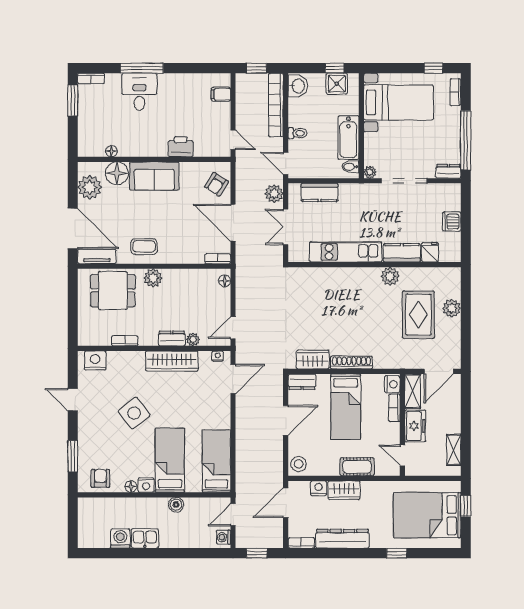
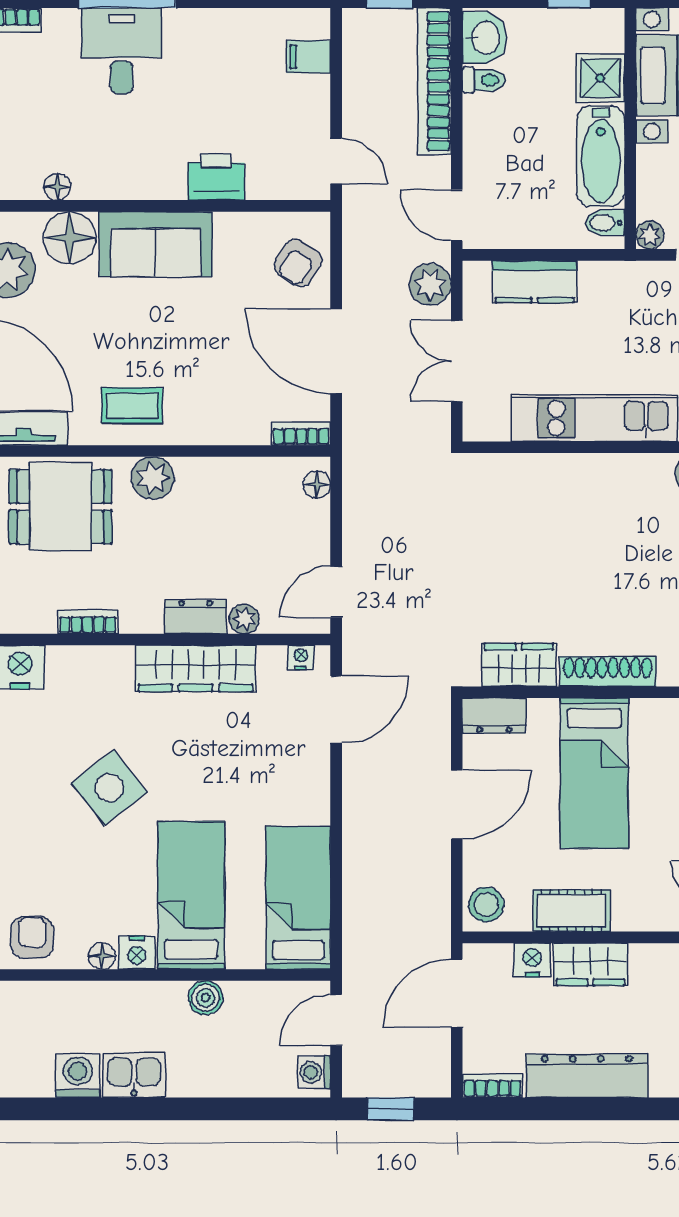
shower: (337, 84) -> (600, 78), moved
toilet: (297, 133) -> (484, 80), moved
cot: (357, 467) -> (572, 911), moved

